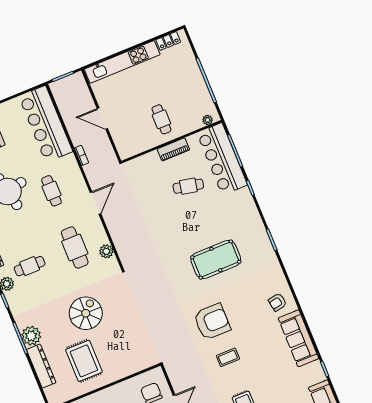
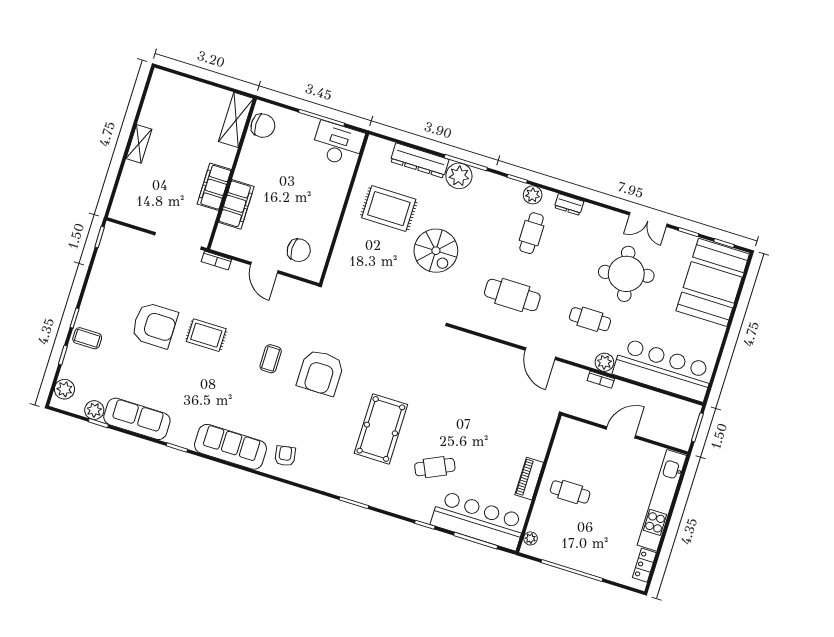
cafe table: (188, 186) -> (435, 467), moved, turned 53
plant: (106, 251) -> (604, 362), moved

